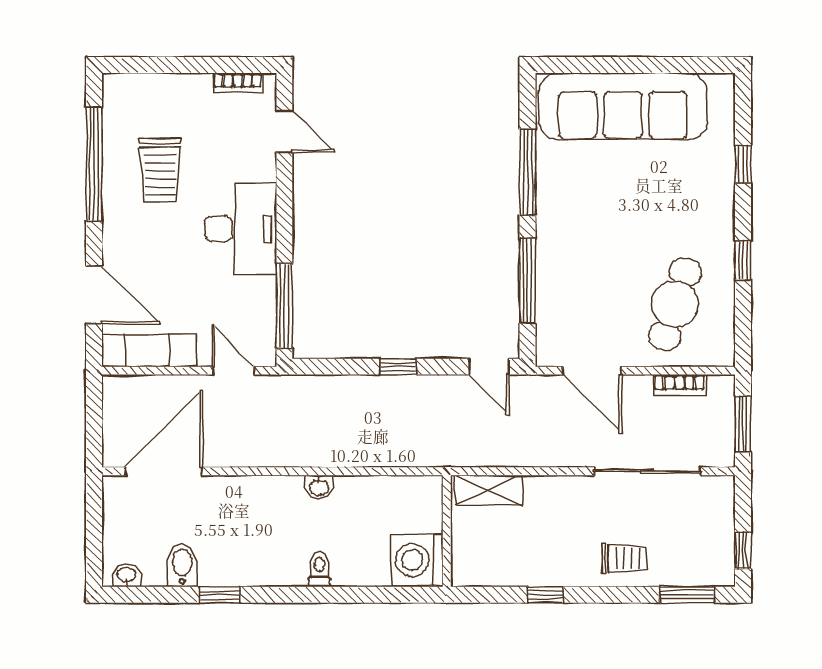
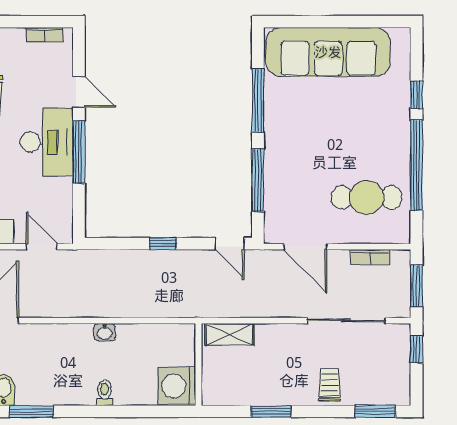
door: (284, 131) -> (79, 92), moved
window: (743, 260) -> (417, 165), width x3.17
cafe table: (675, 304) -> (367, 197), turned 72
window: (284, 306) -> (79, 152), moved
window: (743, 551) -> (417, 349), moved
trolley: (625, 559) -> (329, 385), turned -90
window: (220, 595) -> (31, 411), width x1.50
window: (546, 595) -> (271, 411), width x1.50

